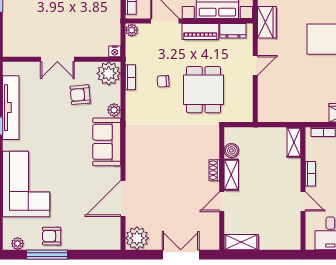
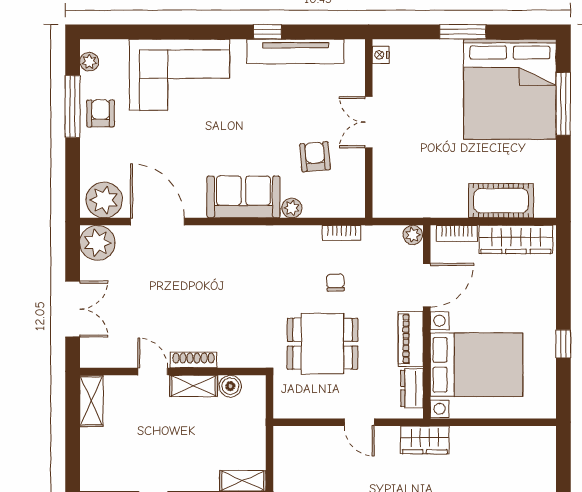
nightstand: (115, 51) -> (381, 55), moved
plant: (109, 73) -> (104, 200), moved
shoe rack: (214, 170) -> (194, 360), width x1.43

